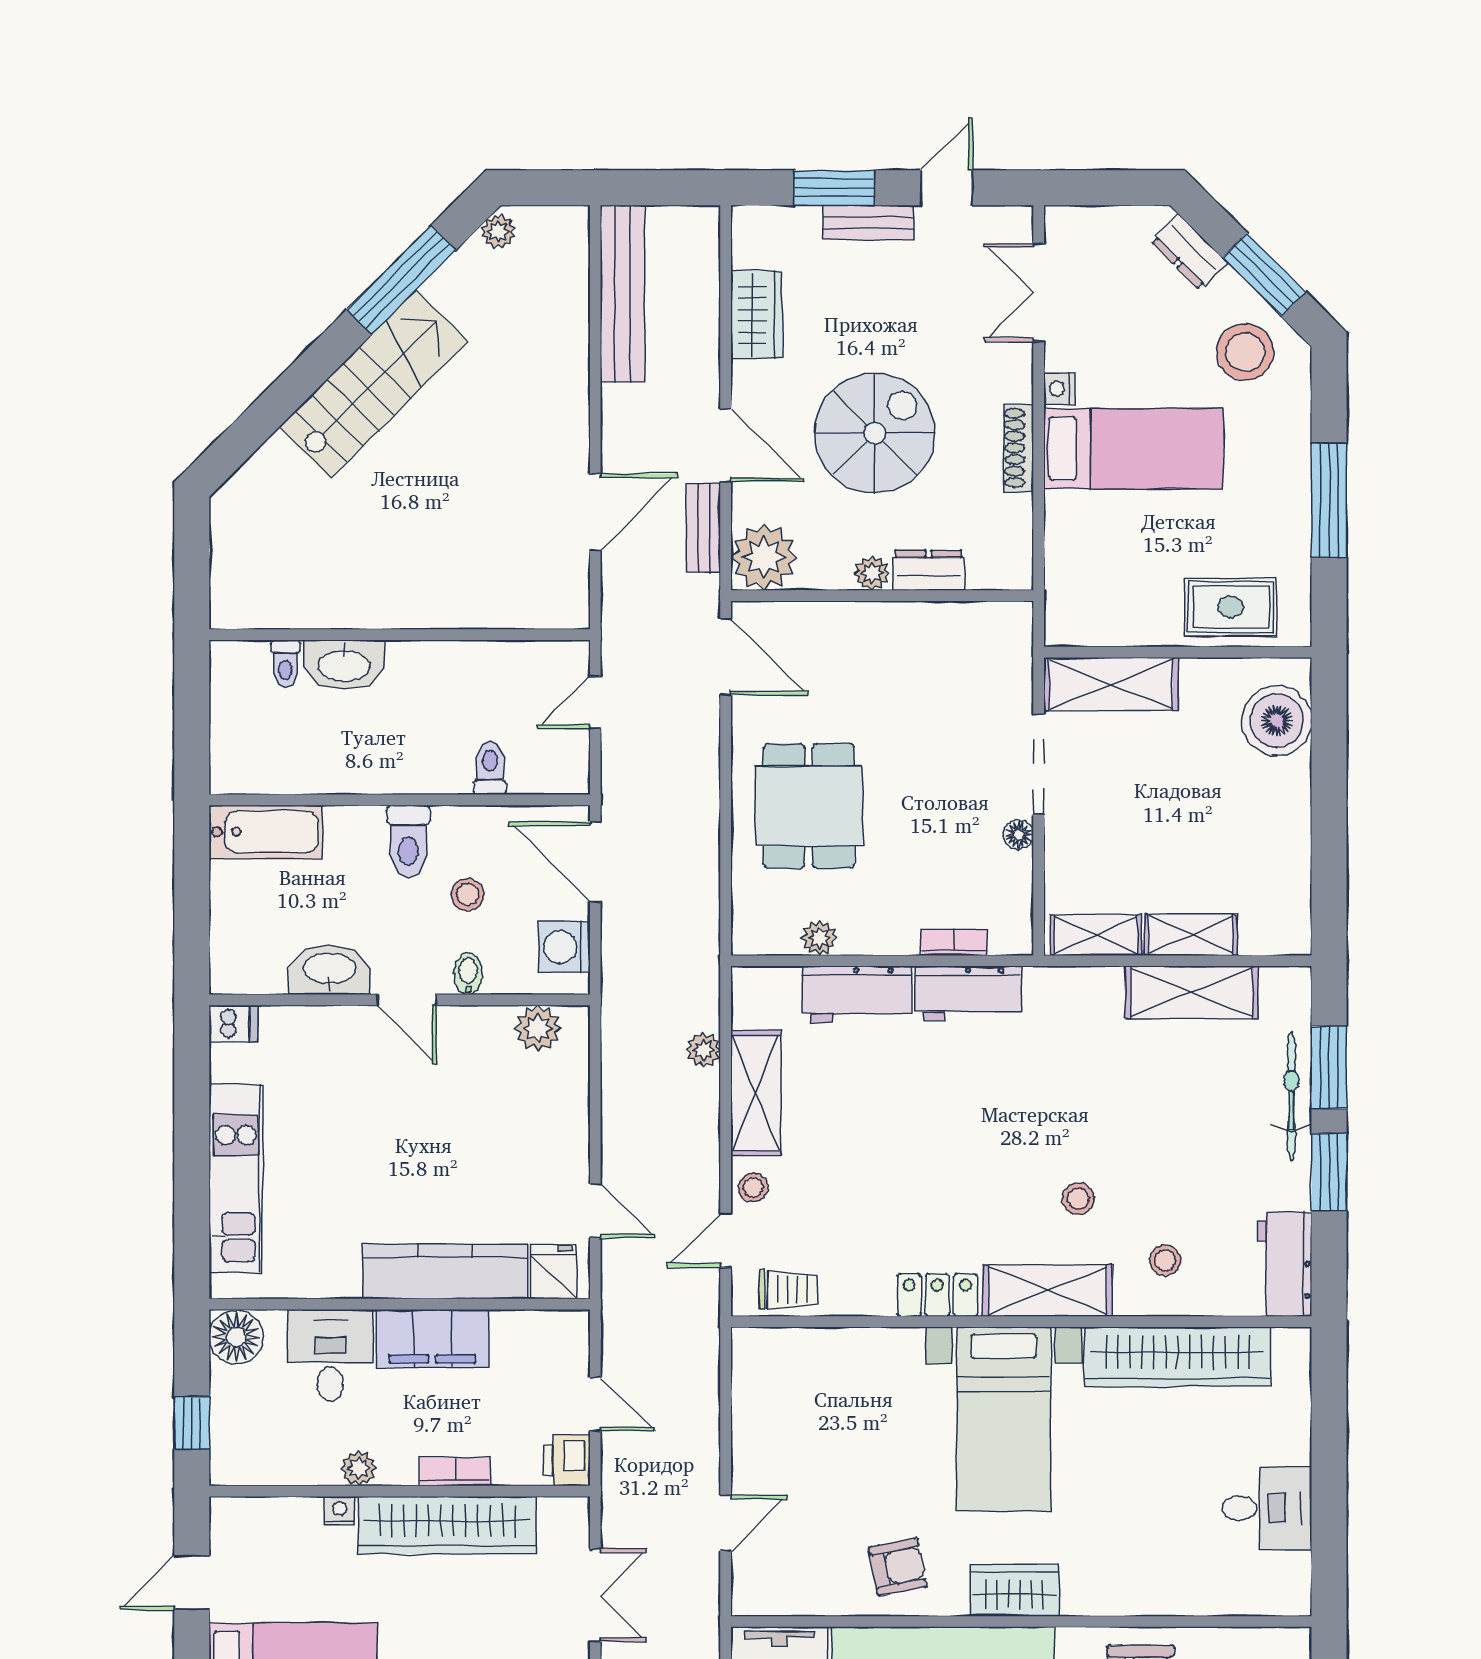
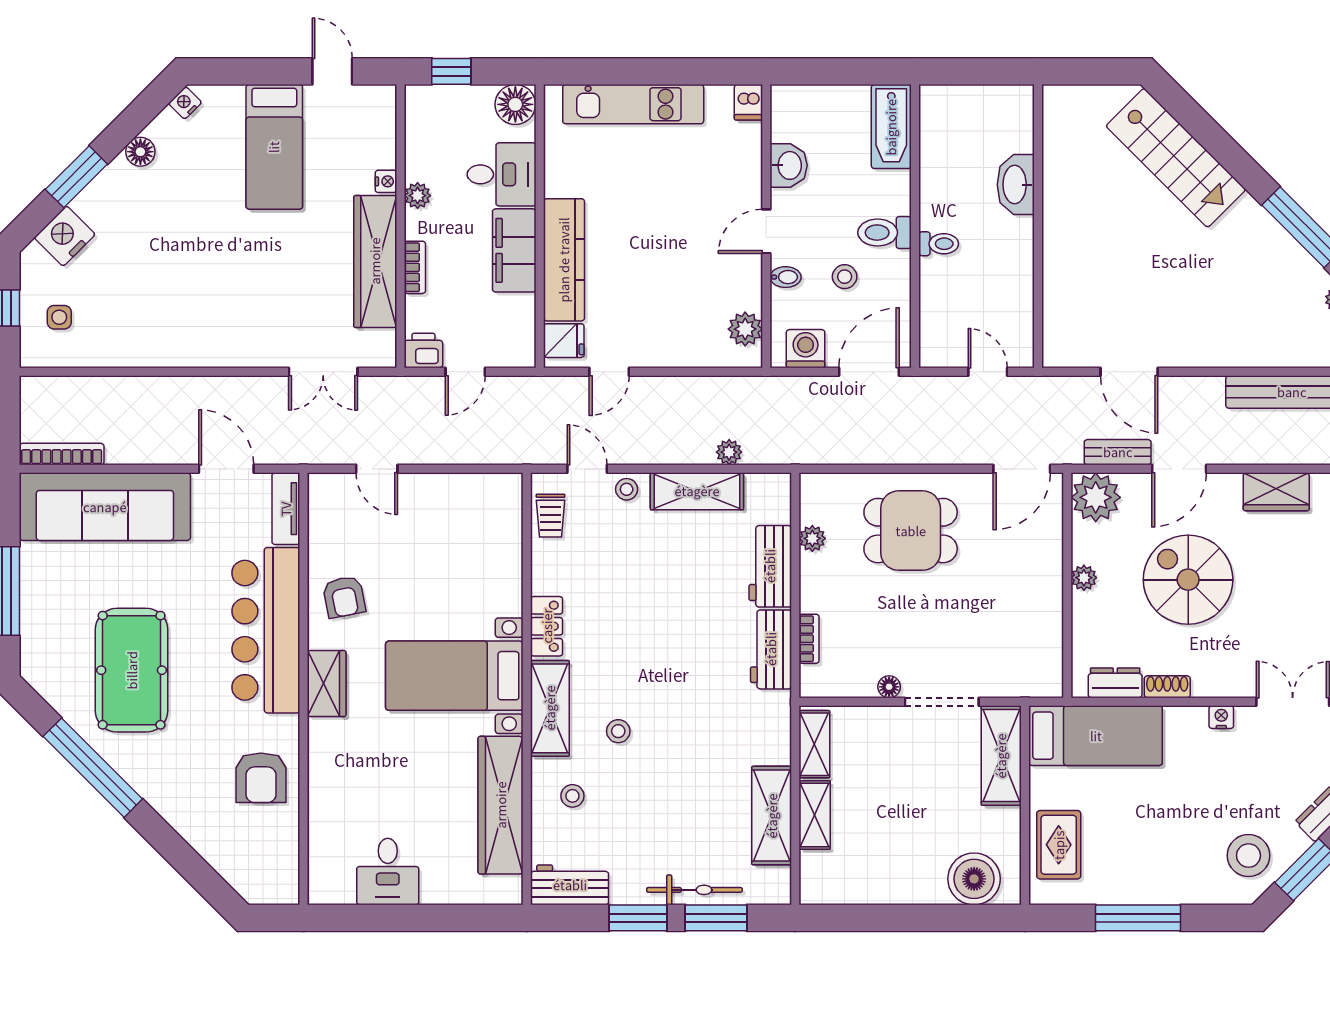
stairs: (373, 384) -> (1176, 158), moved
spiral stairs: (875, 433) -> (1188, 580), turned 180
shoe rack: (1019, 448) -> (1167, 687), width x0.70
bed: (1133, 449) -> (1096, 736), moved, turned -90
dresser: (929, 570) -> (1115, 683), moved, turned -90
toilet: (285, 663) -> (1017, 141), removed
toilet: (490, 768) -> (939, 244), moved
washbasin: (330, 970) -> (789, 165), width x0.72

